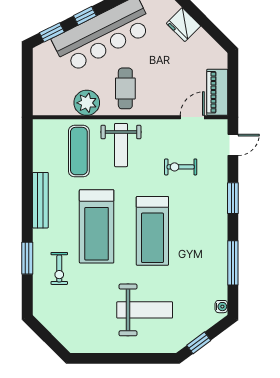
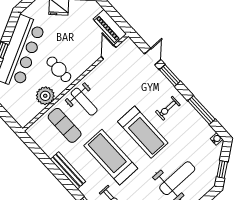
door: (233, 145) -> (153, 57), moved
exercise bike: (181, 167) -> (168, 108), moved
treadmill: (97, 226) -> (111, 157), turned 180

